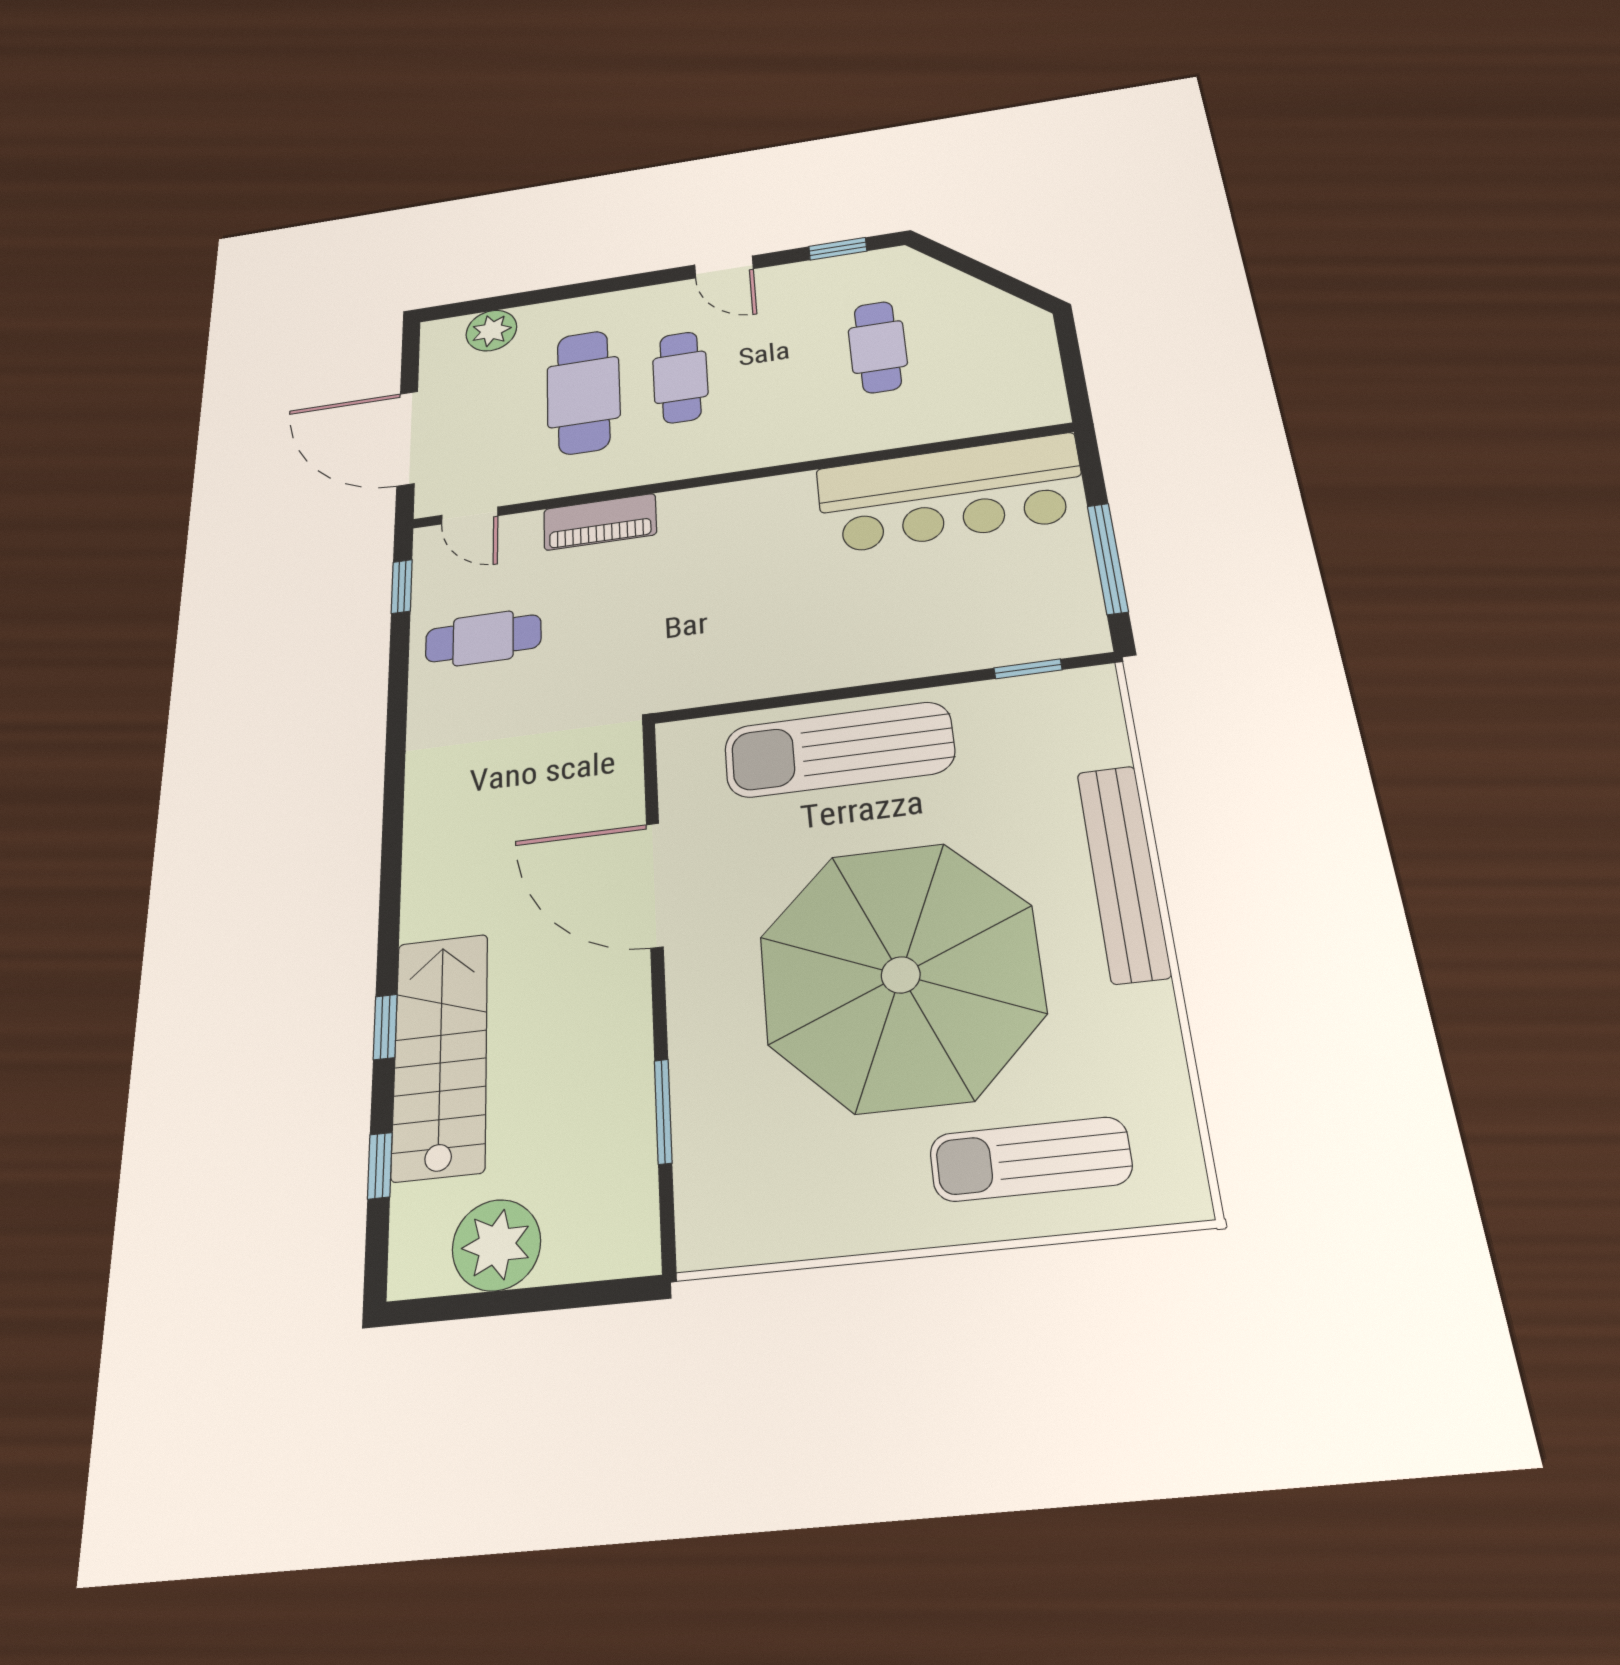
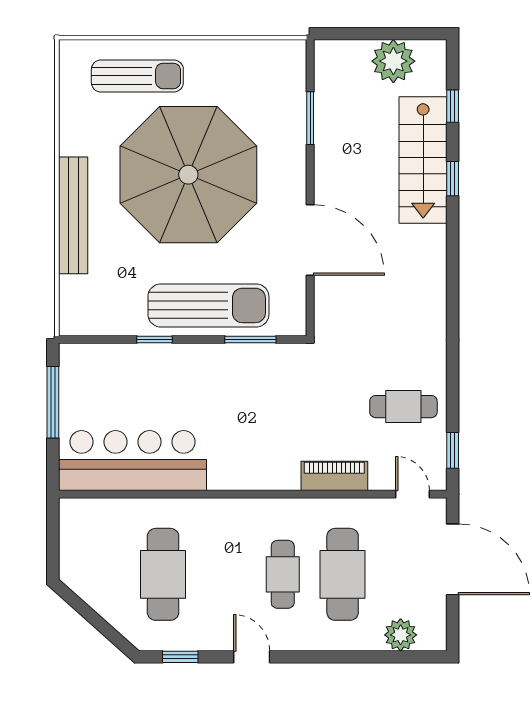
cafe table: (878, 347) -> (163, 574), width x1.37, depth x1.35
window: (1028, 669) -> (155, 339), moved
window: (757, 705) -> (250, 339), added

